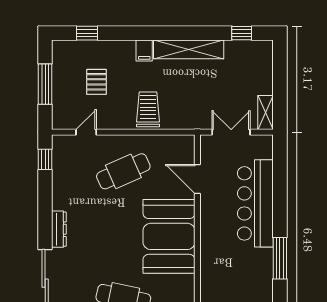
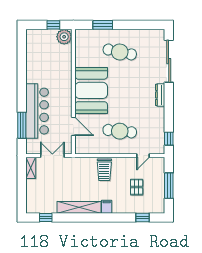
double door: (231, 132) -> (52, 156), swing flipped
cafe table: (123, 171) -> (120, 131), turned 30
window: (280, 258) -> (22, 125), moved

